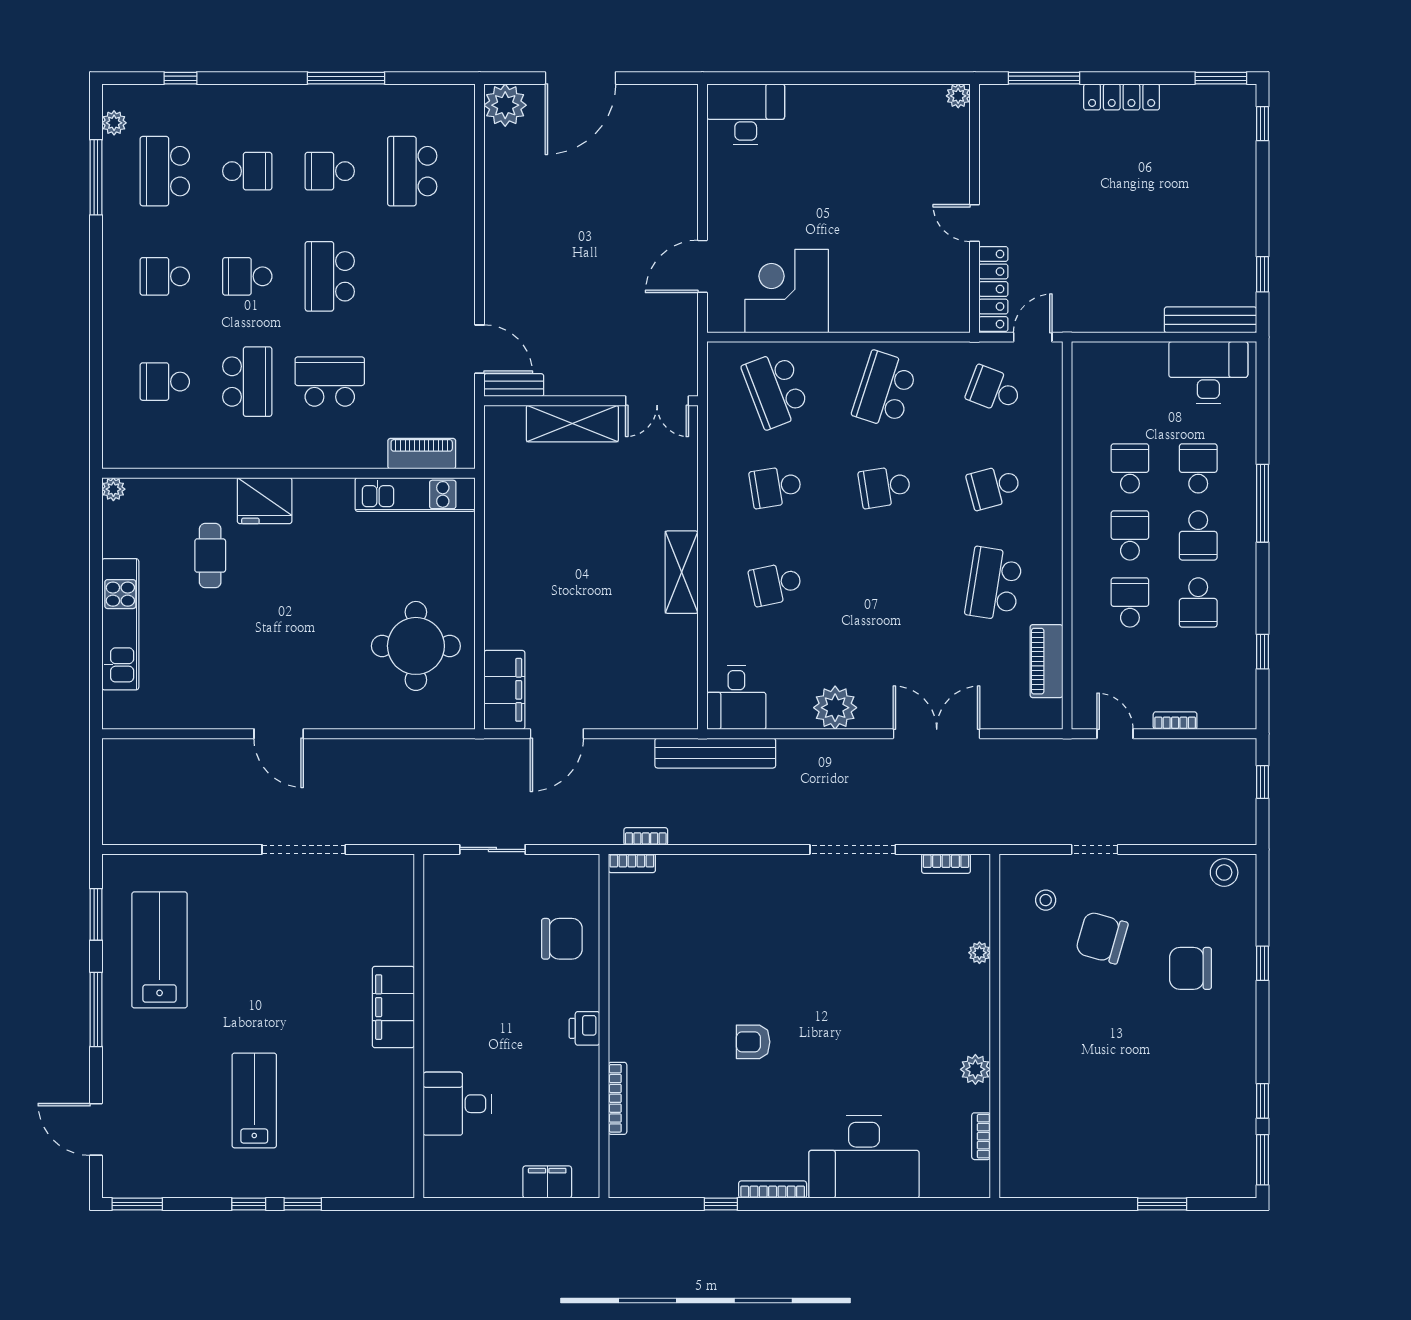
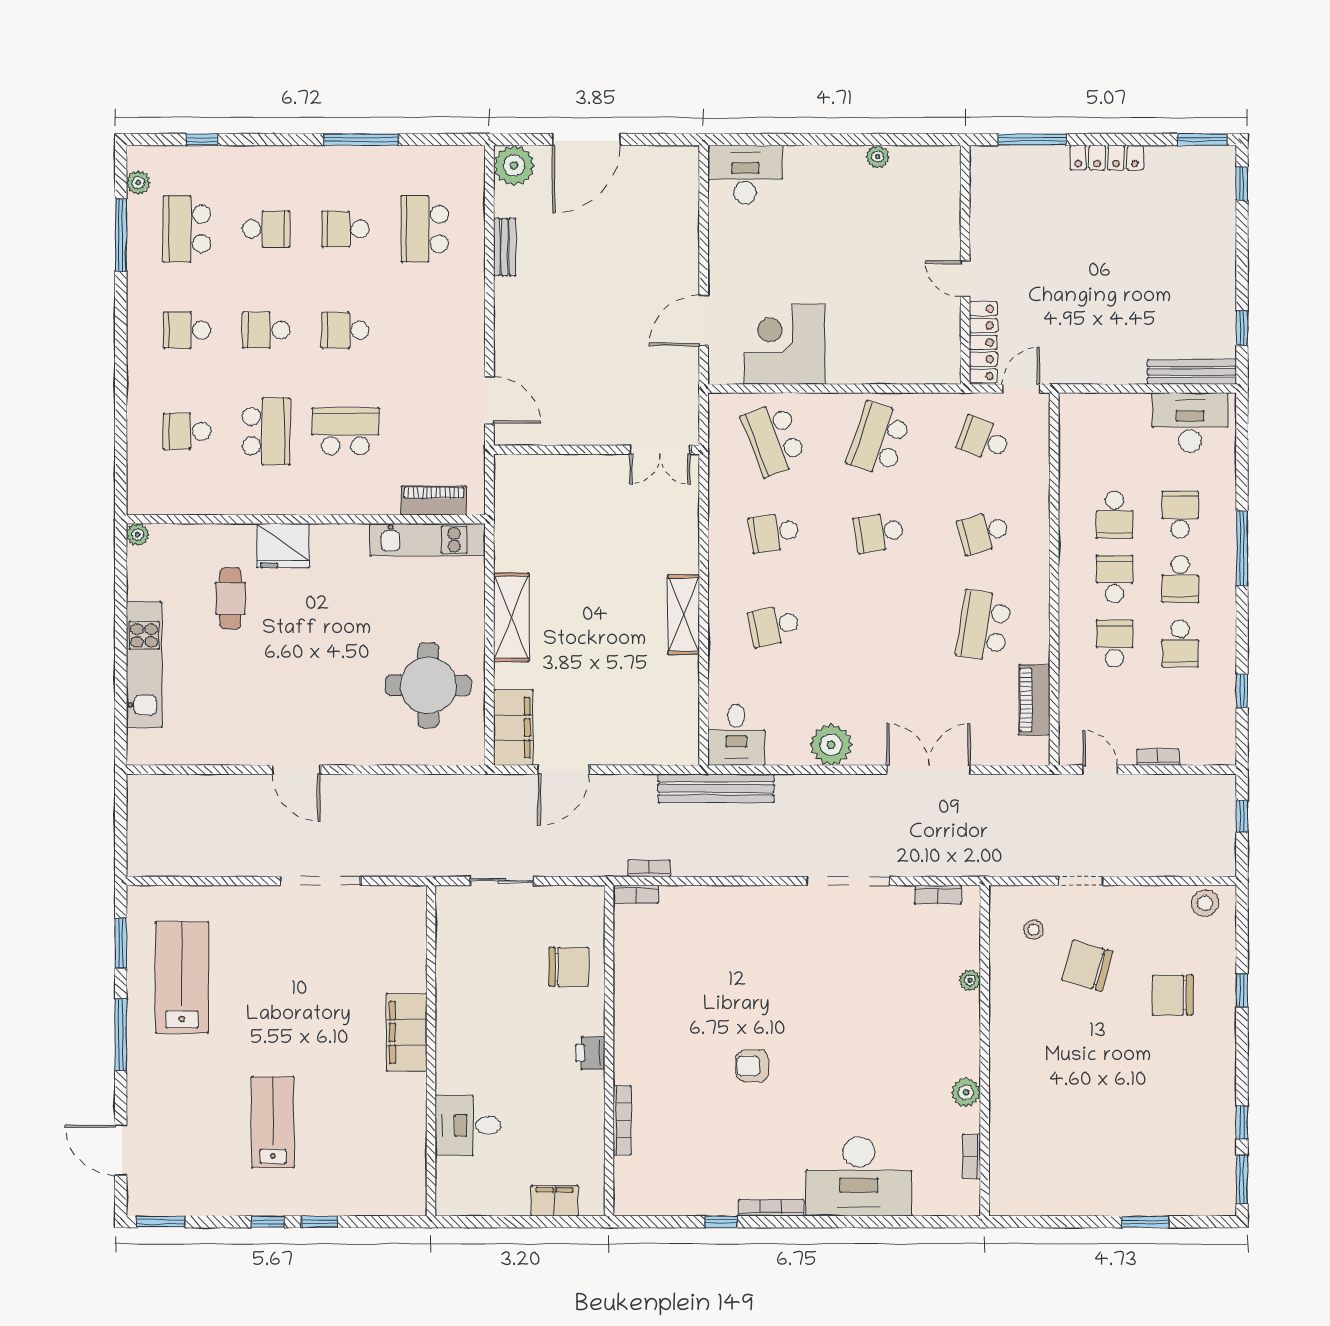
plant: (958, 96) -> (878, 157), moved
school desk: (330, 276) -> (345, 330), width x0.54
bench: (514, 385) -> (505, 247), moved, turned 90
shelving: (572, 424) -> (511, 617), moved, turned 90
school desk: (1130, 468) -> (1115, 515), turned 180

